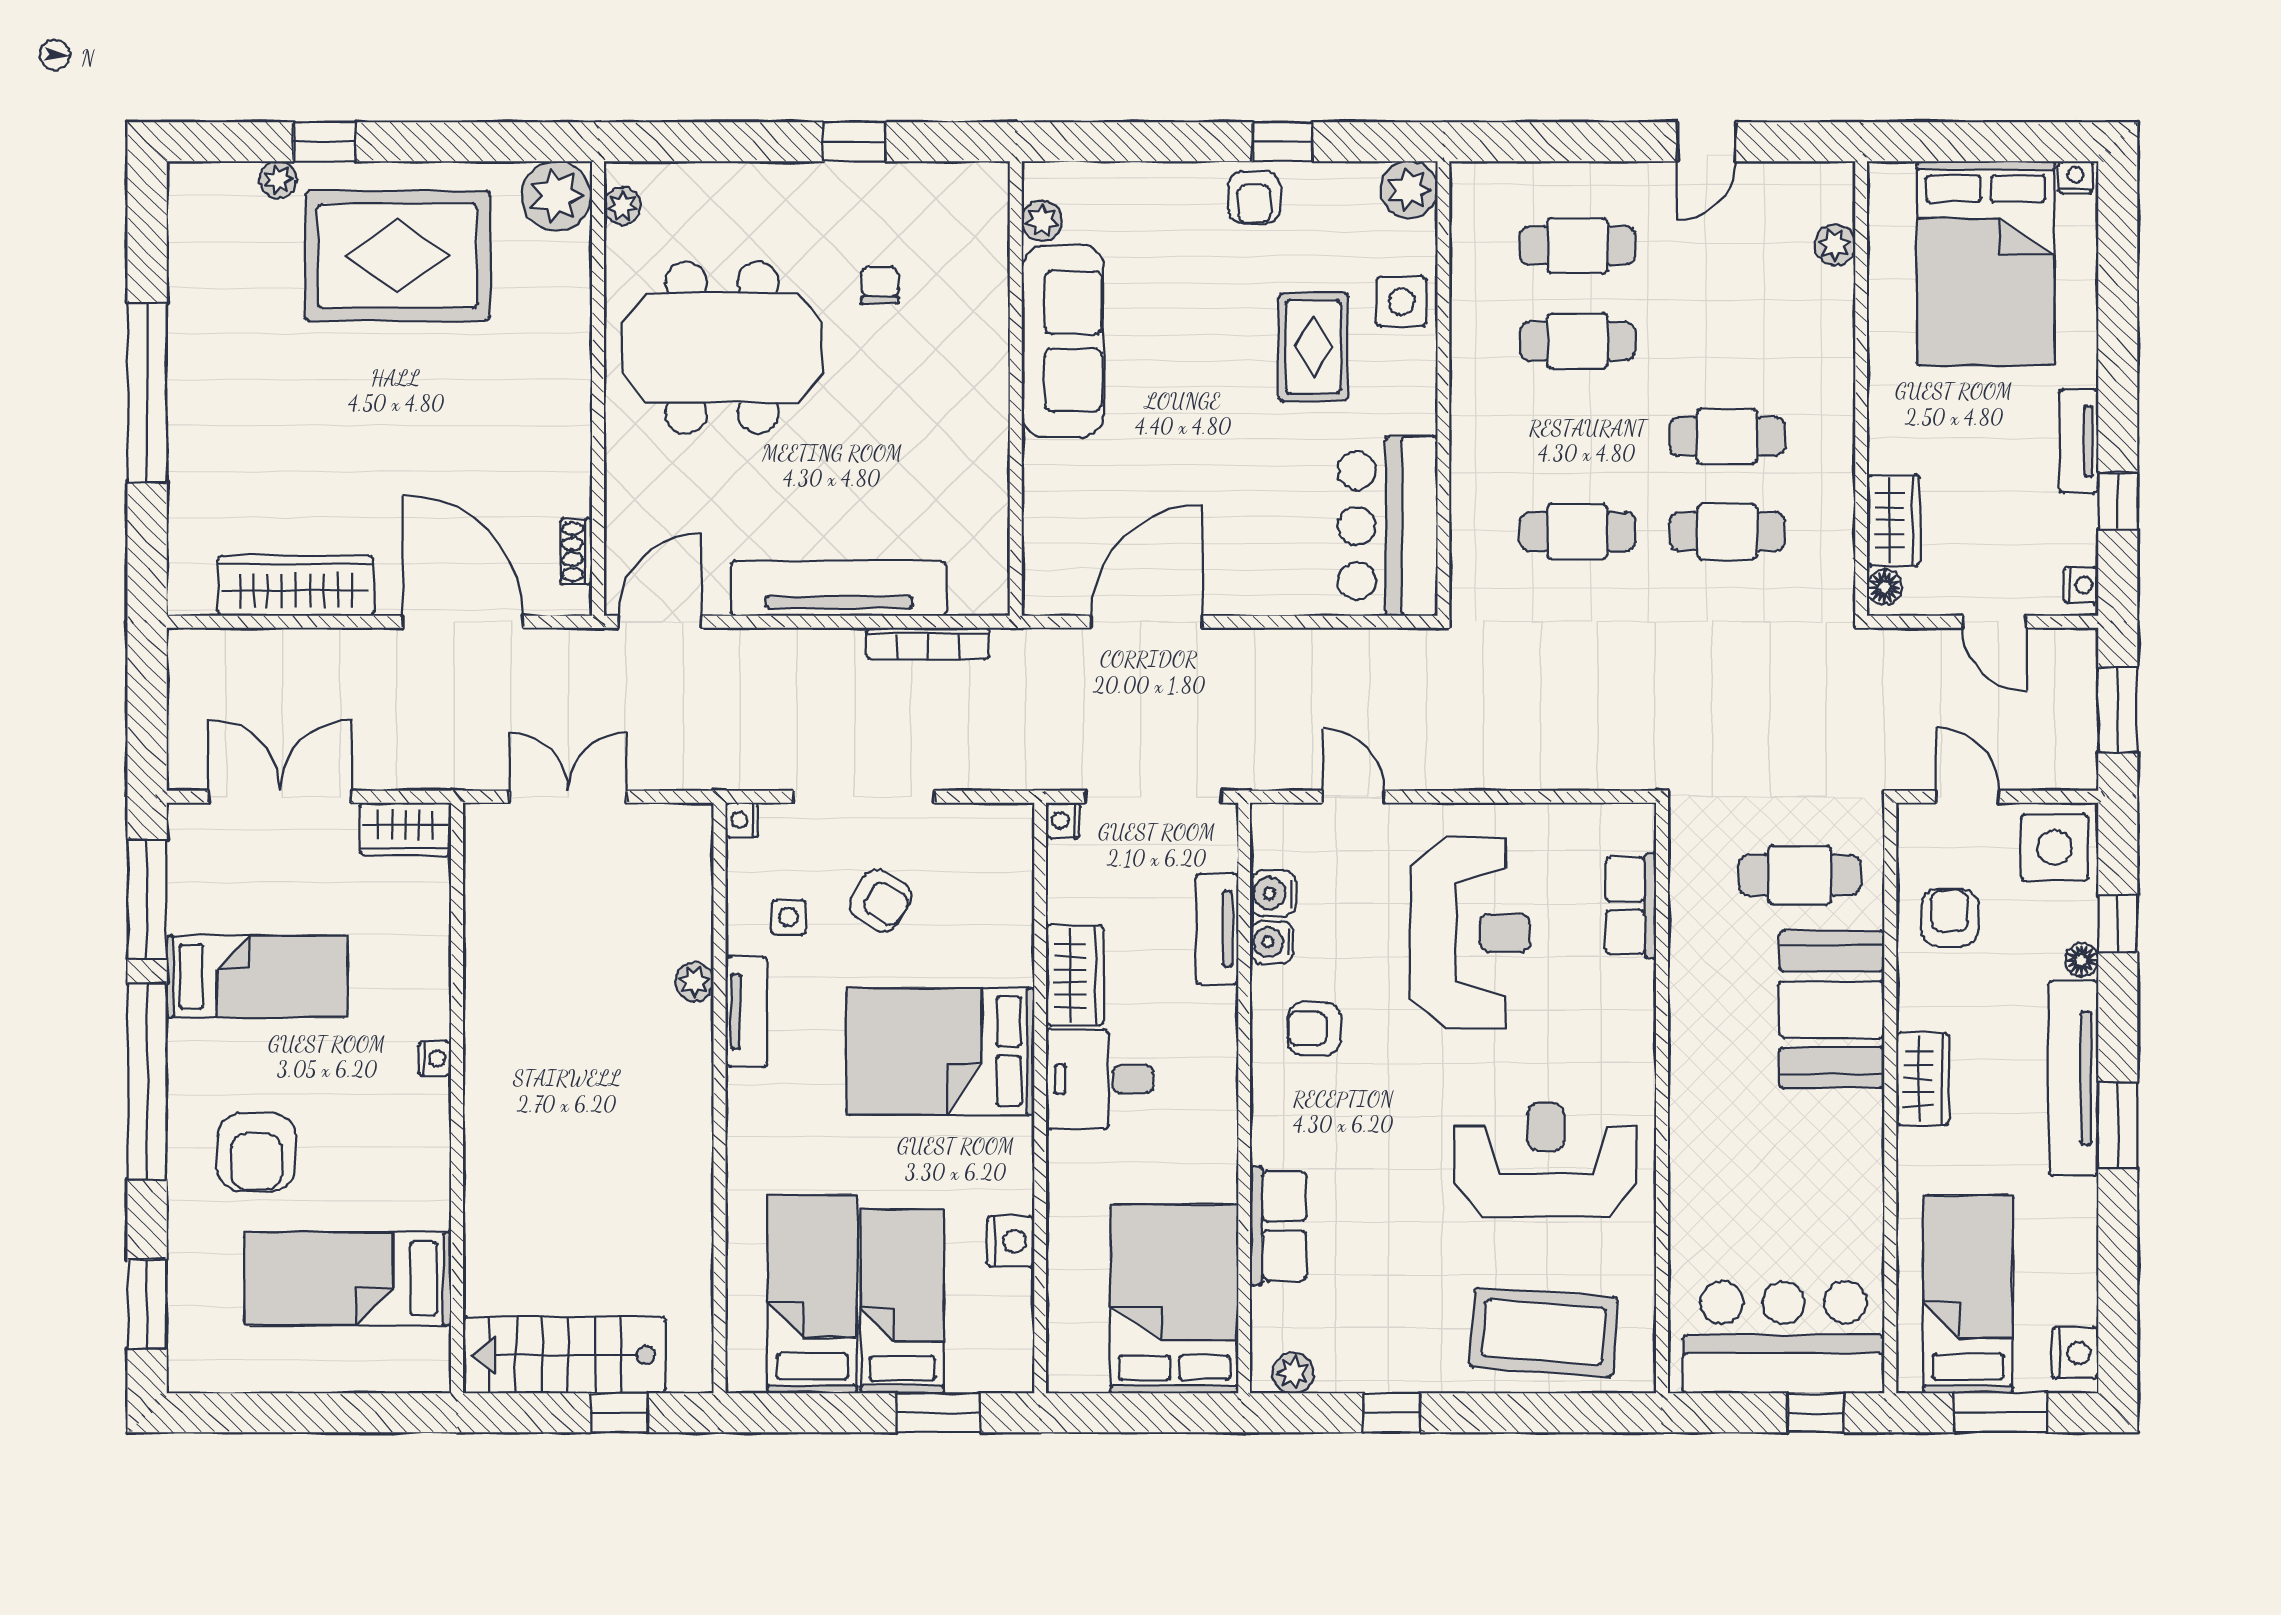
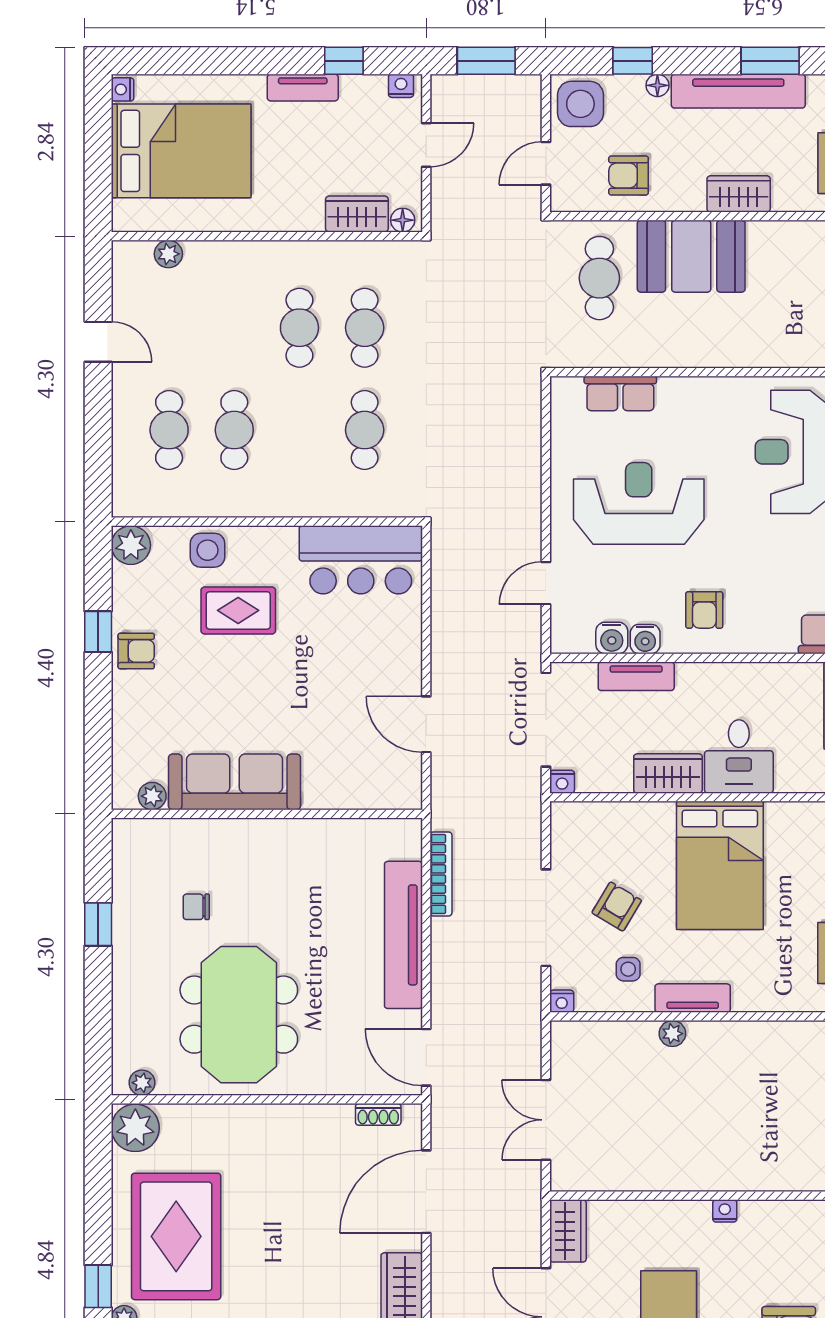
door: (1147, 622) -> (426, 724), width x0.73

